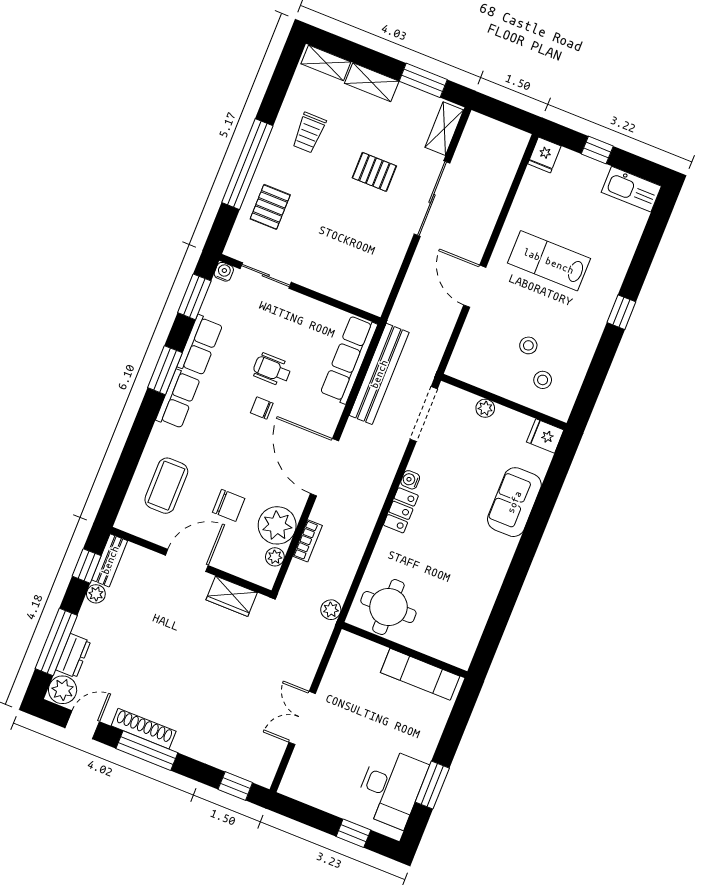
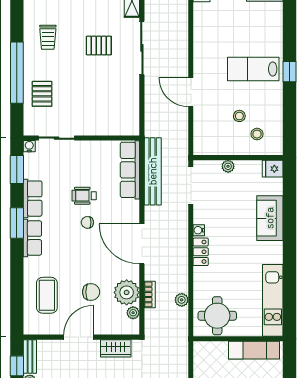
lab bench: (549, 261) -> (253, 69), moved
plant: (331, 610) -> (182, 300), moved
kitchen unit: (473, 616) -> (273, 300), added

